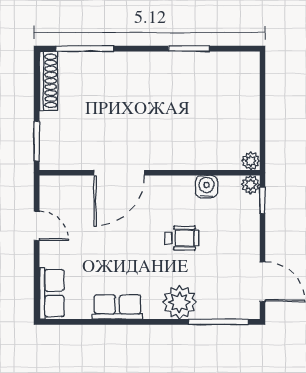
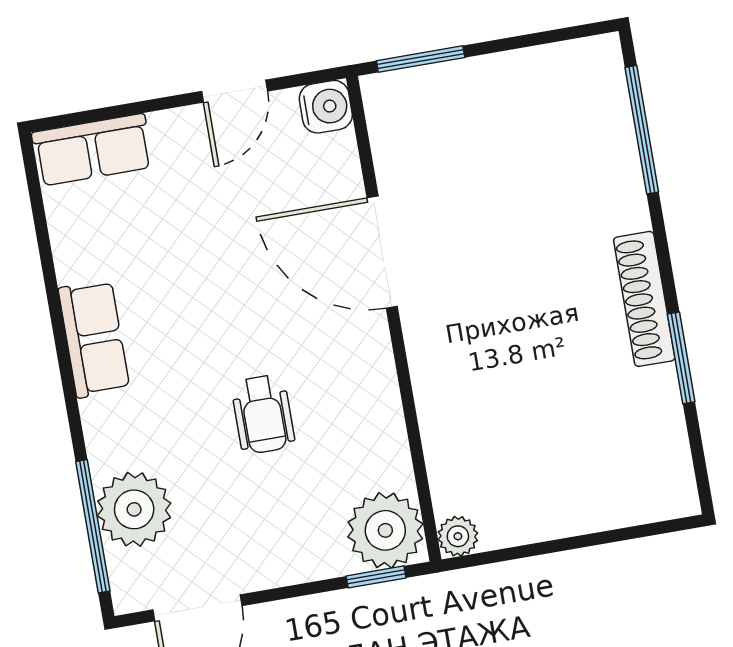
shoe rack: (49, 81) -> (644, 299), moved, turned 90
plant: (251, 185) -> (385, 530), width x1.87, depth x1.87
water cooler: (207, 187) -> (326, 107), moved
plant: (179, 302) -> (134, 509), moved
row of seats: (117, 307) -> (94, 339), moved

